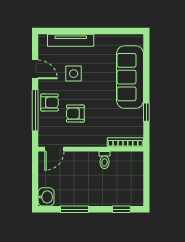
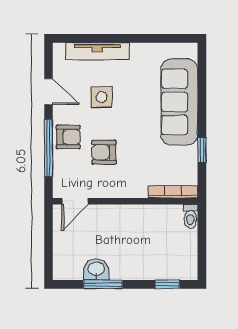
toilet: (105, 160) -> (190, 216), moved
washbasin: (46, 197) -> (96, 269), moved, turned -90

